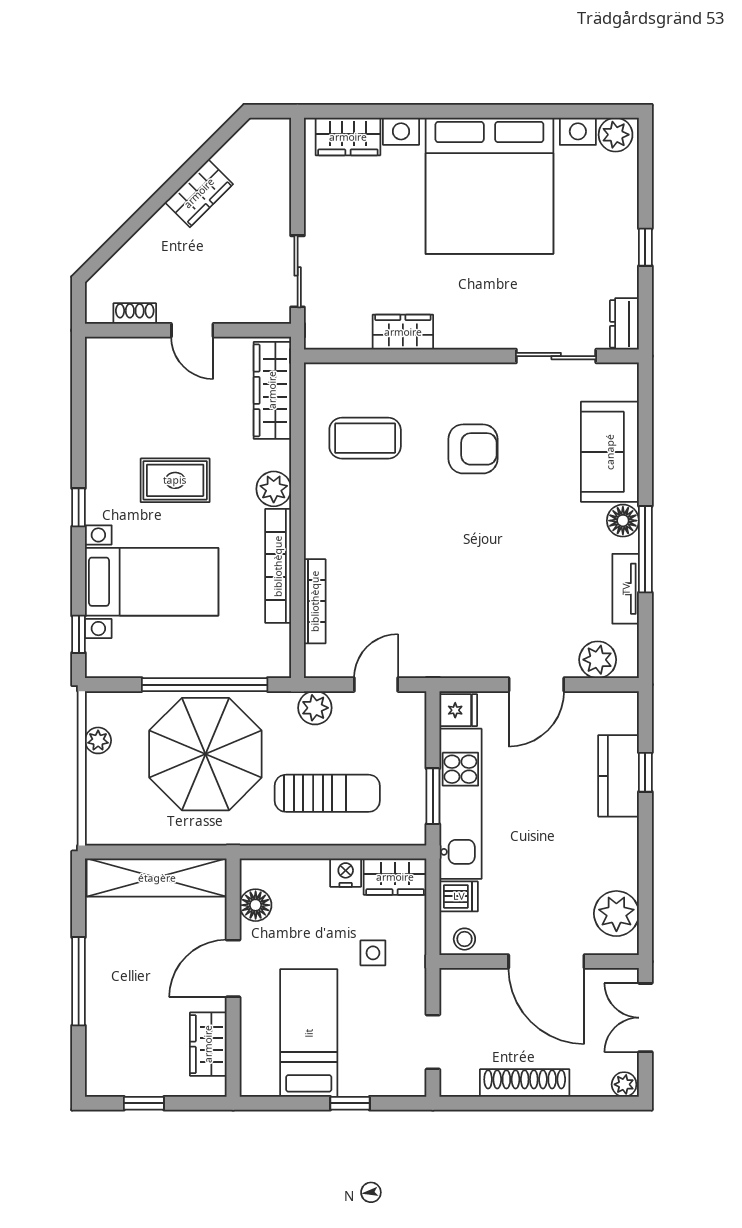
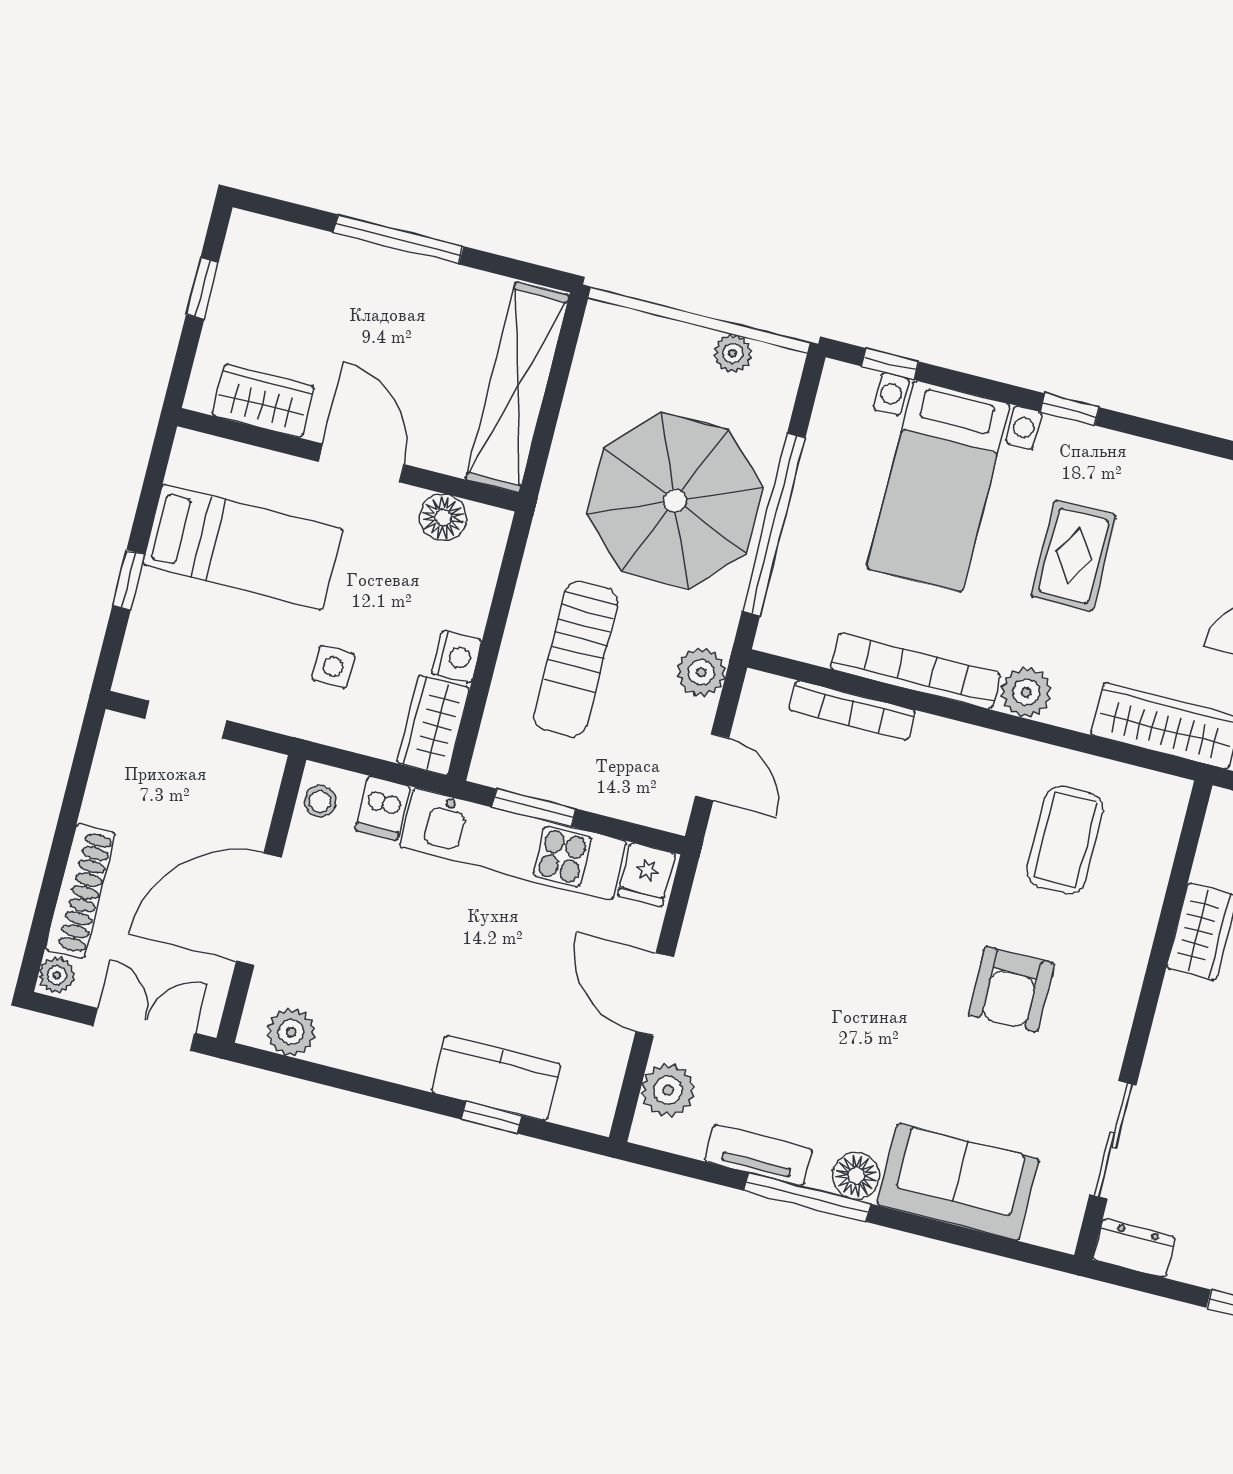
plant: (616, 914) -> (291, 1032), width x0.73, depth x0.73
shoe rack: (525, 1083) -> (80, 891), moved

